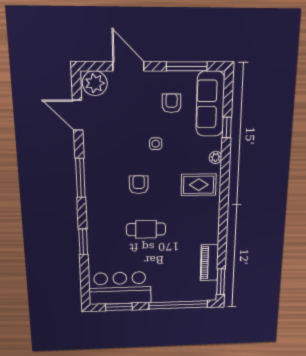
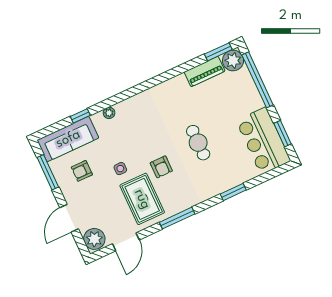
armchair: (139, 185) -> (161, 167), turned -90
rug: (199, 185) -> (142, 199), moved, width x1.36, depth x1.43
plant: (206, 291) -> (233, 61), added

